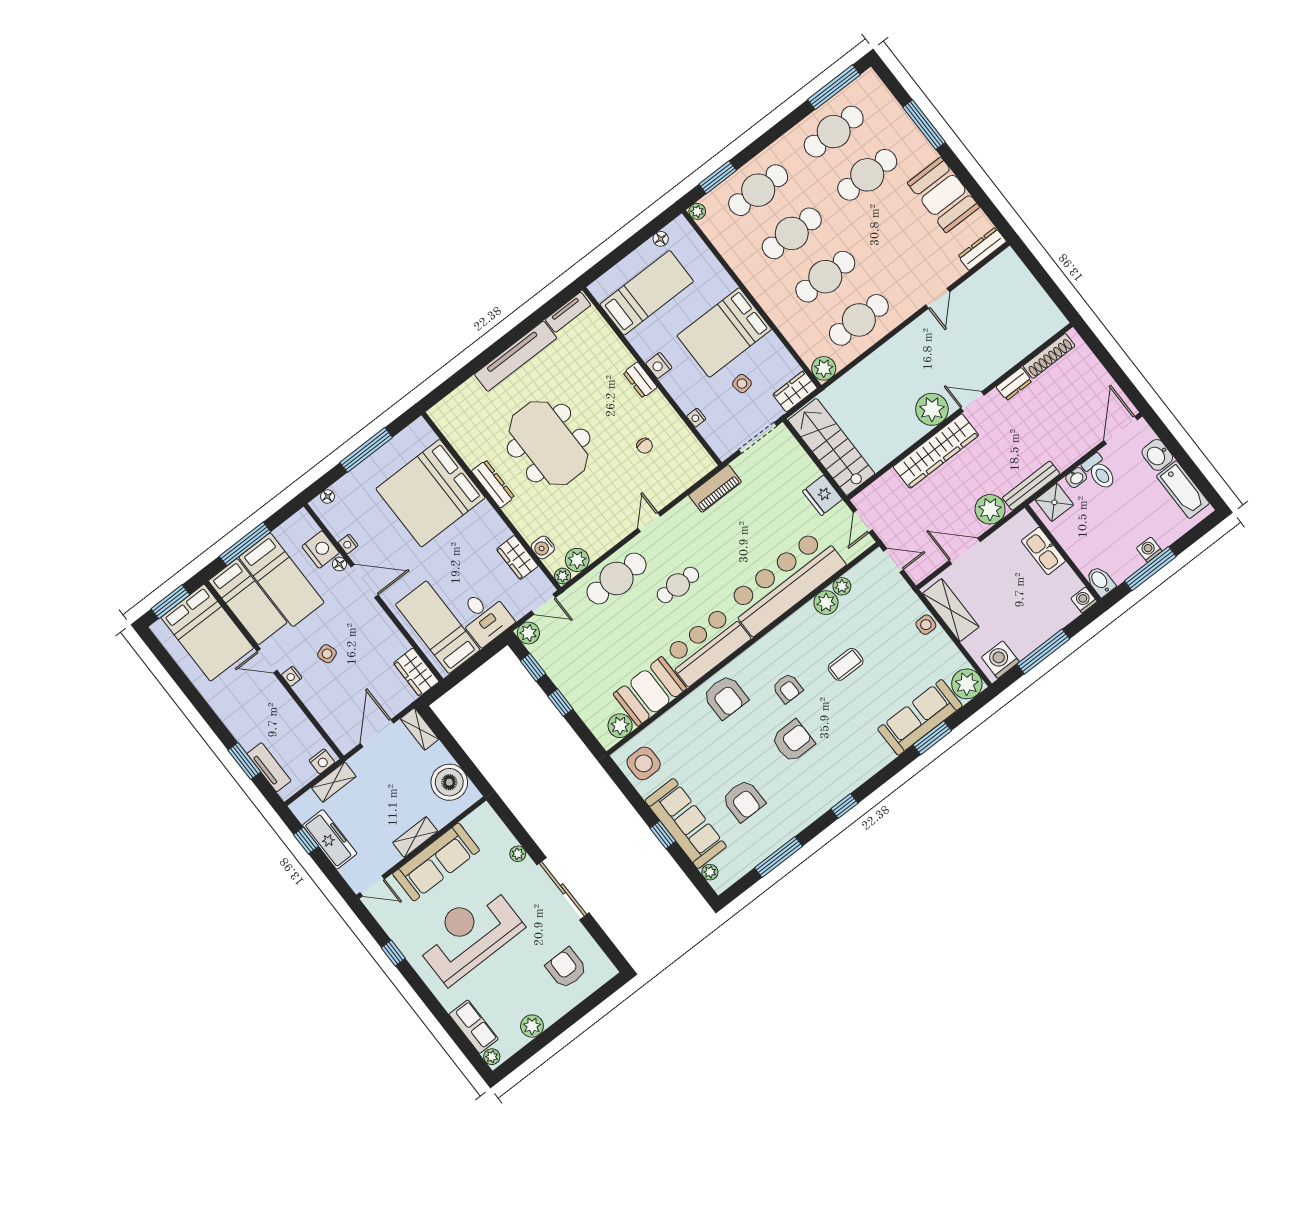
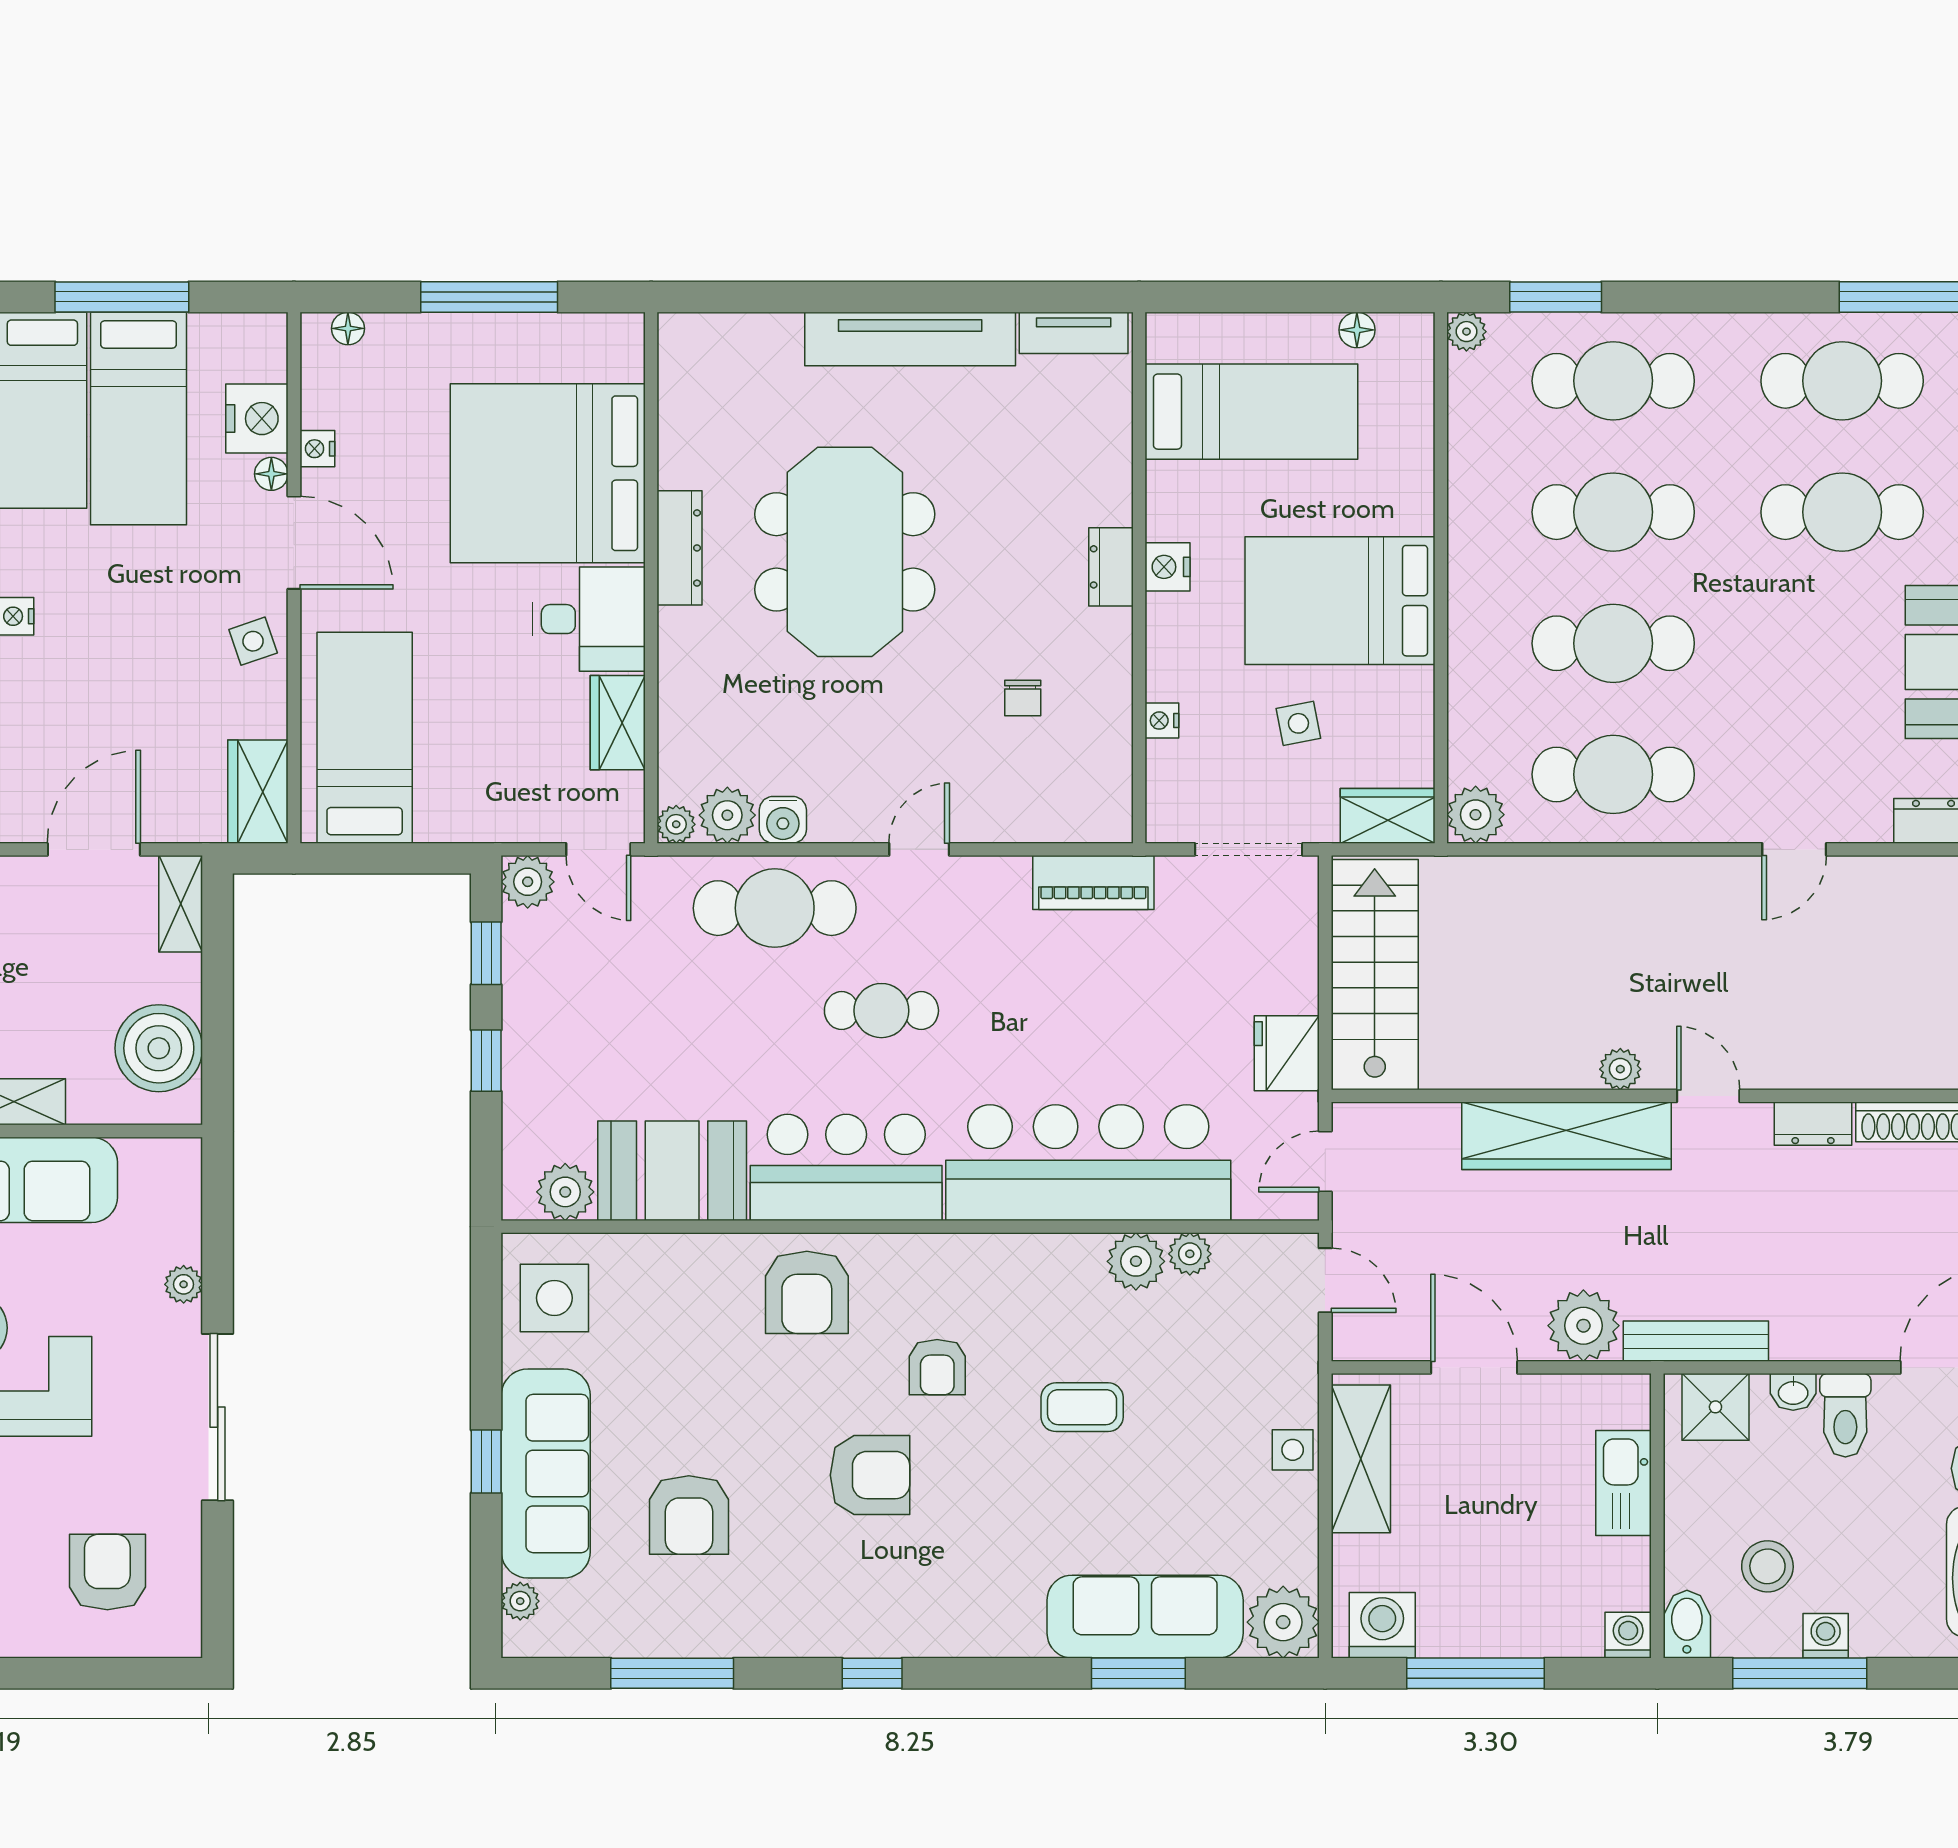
plant: (932, 409) -> (1620, 1069), width x0.53, depth x0.53
stool: (1112, 542) -> (1767, 1566), added
water cooler: (543, 547) -> (783, 820), moved, turned -90
desk: (484, 617) -> (589, 619), moved, turned -90
side table: (327, 654) -> (253, 641), moved

